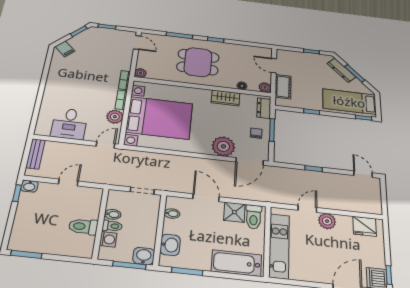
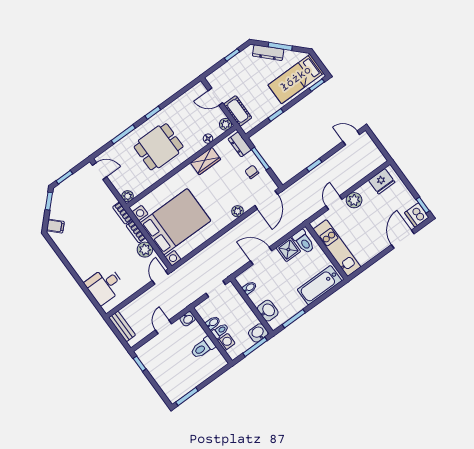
desk: (69, 124) -> (105, 285), moved, turned 90
plant: (223, 146) -> (238, 211), width x0.53, depth x0.53
washbasin: (29, 186) -> (188, 319), moved

